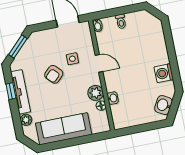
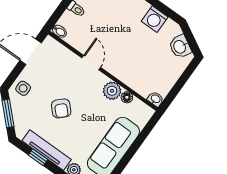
side table: (72, 59) -> (23, 88), moved
door: (99, 63) -> (91, 63), hinge flipped
washbasin: (113, 98) -> (155, 99), moved

